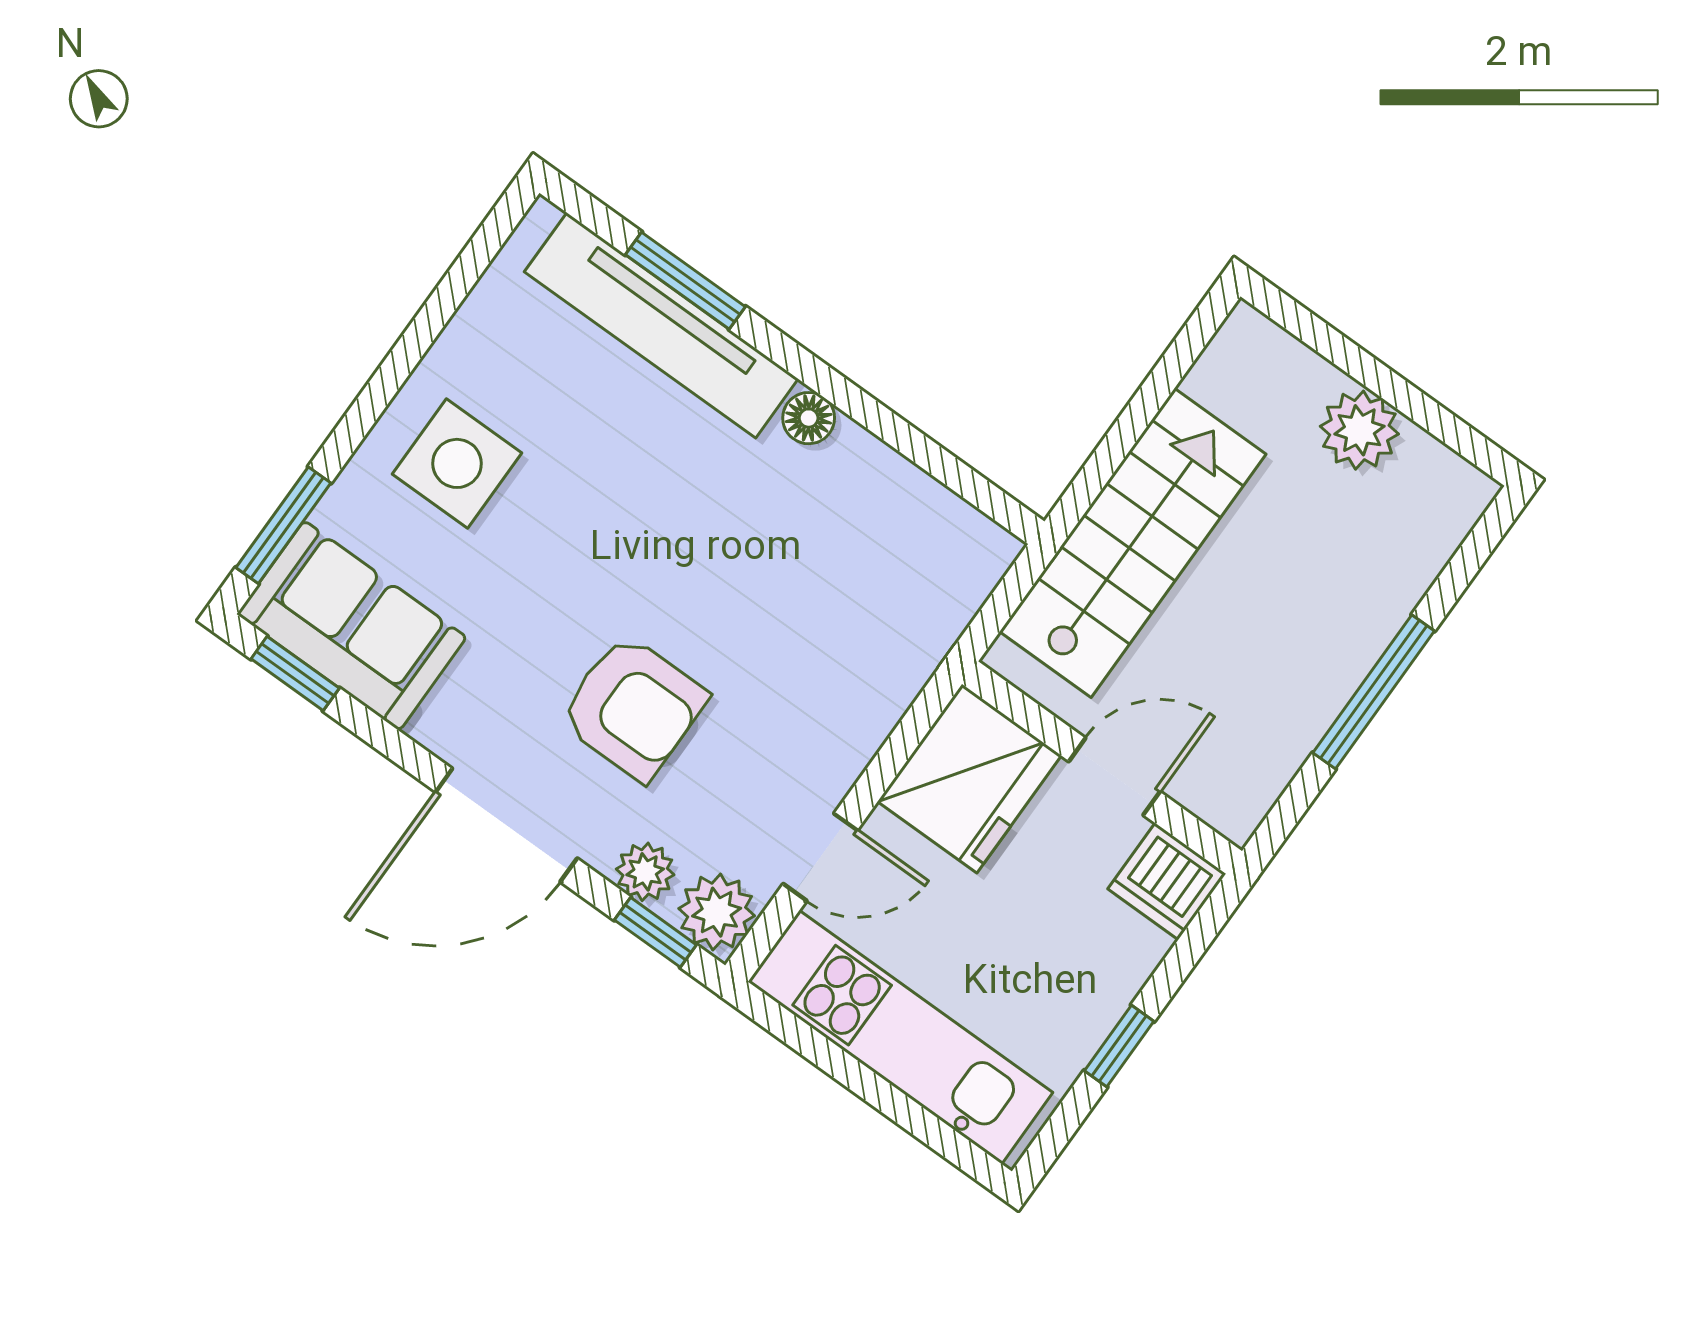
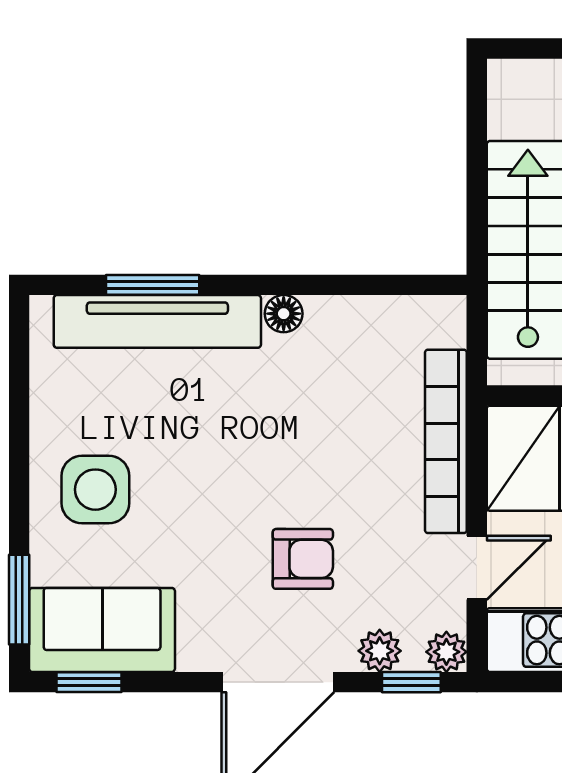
bookcase: (887, 691) -> (446, 441), added
armchair: (633, 707) -> (303, 559), width x0.72, depth x0.72
plant: (717, 912) -> (446, 652), width x0.73, depth x0.73

